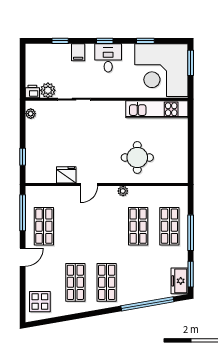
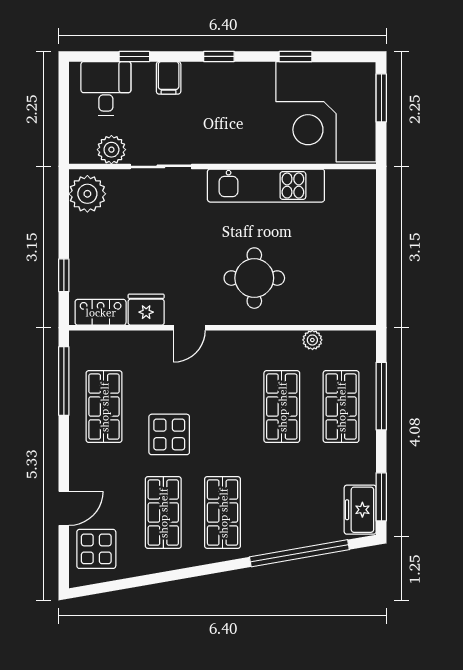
desk: (108, 58) -> (106, 88), moved
printer: (32, 91) -> (82, 152), removed
kitchen unit: (157, 109) -> (266, 186), moved
plant: (31, 114) -> (87, 194), width x1.88, depth x1.88
round table: (137, 157) -> (254, 278), moved
locker: (42, 176) -> (101, 312), added
plant: (123, 191) -> (312, 340), moved
window: (191, 233) -> (381, 396), moved
display table: (78, 241) -> (169, 434), added
door: (23, 257) -> (64, 508), moved

